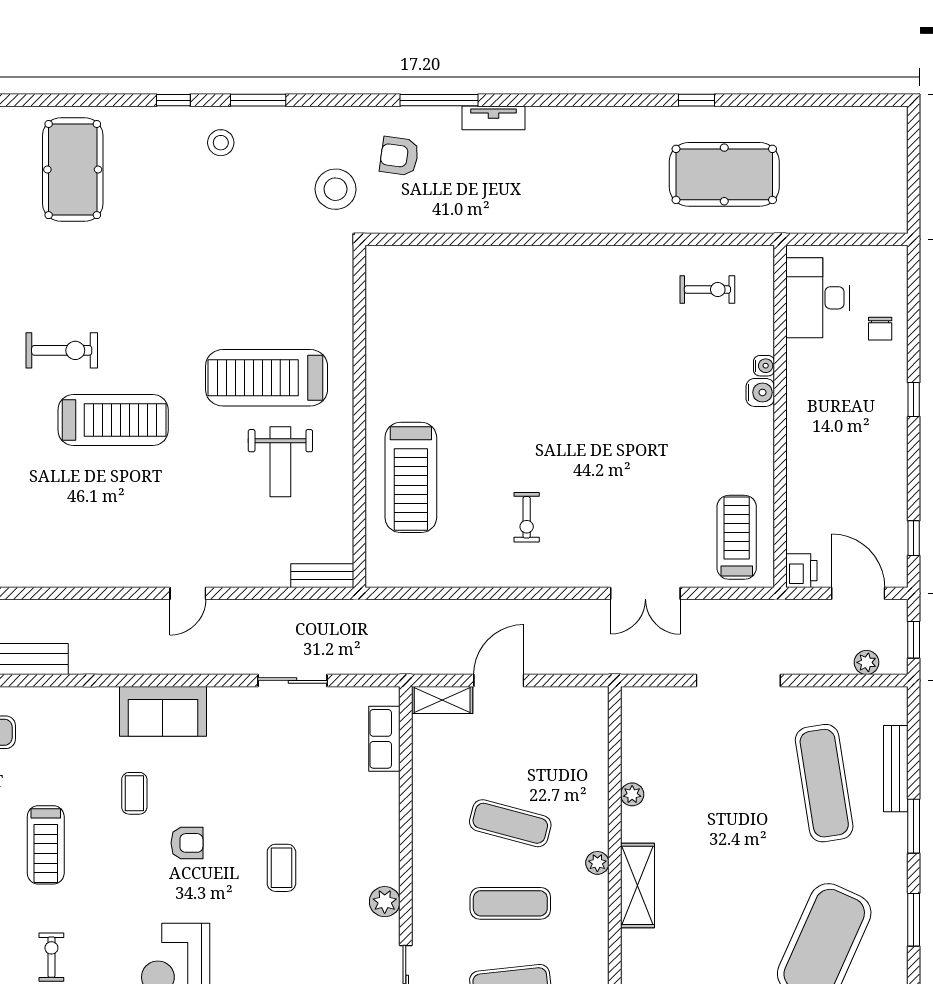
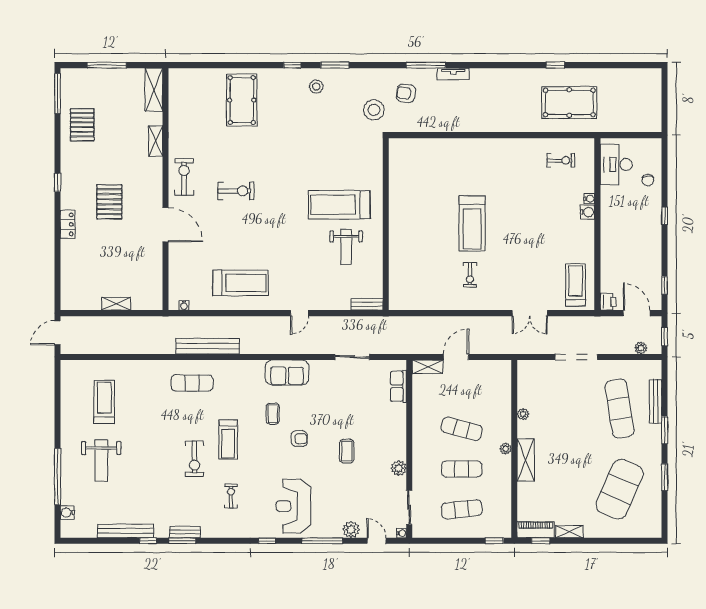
treadmill: (113, 420) -> (241, 283), moved
treadmill: (411, 477) -> (472, 223), moved

